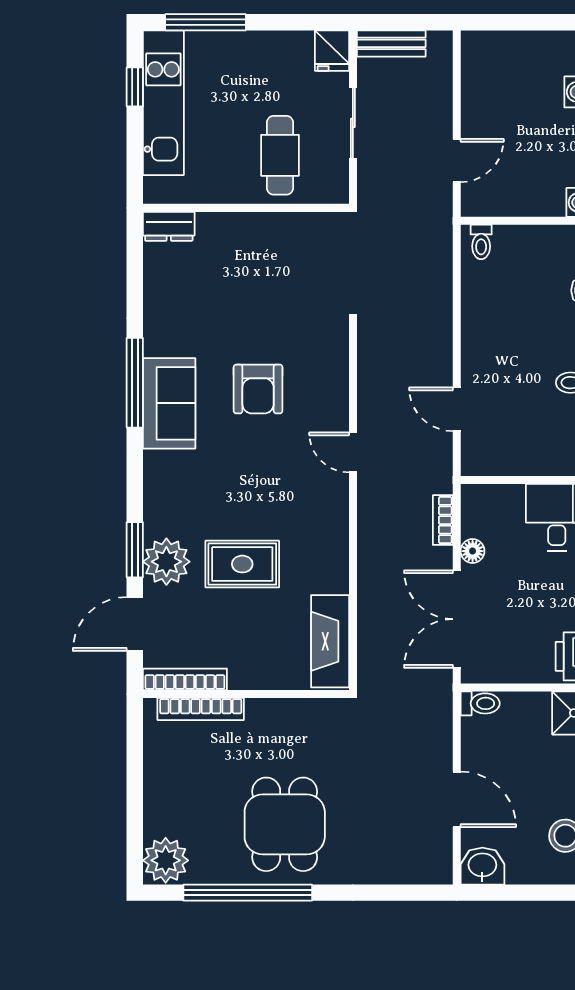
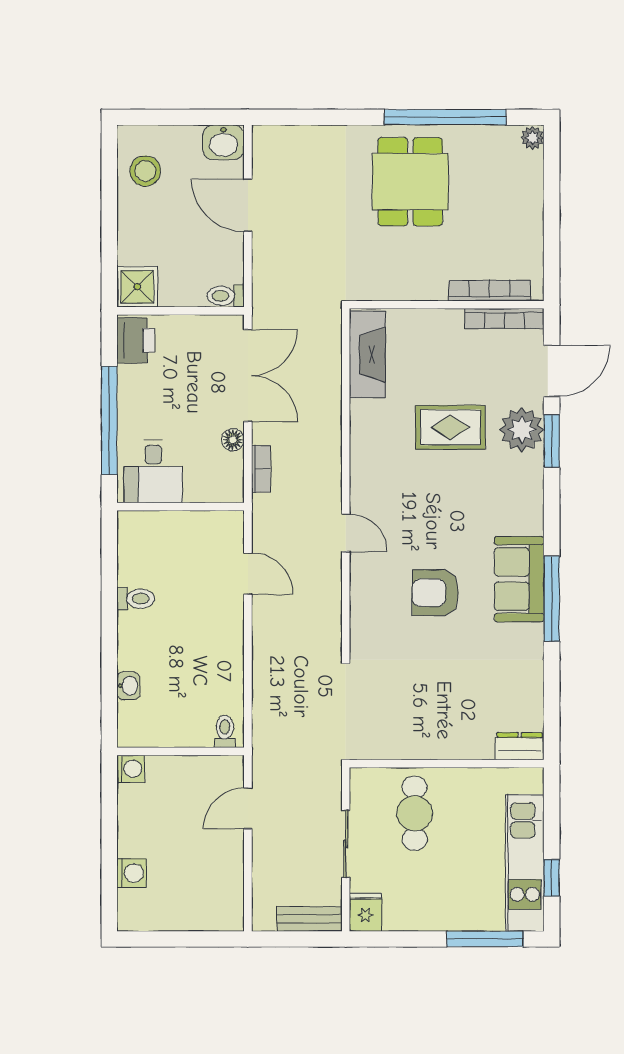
armchair: (258, 389) -> (435, 593), turned -90
plant: (166, 860) -> (533, 138), width x0.53, depth x0.53

